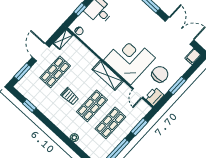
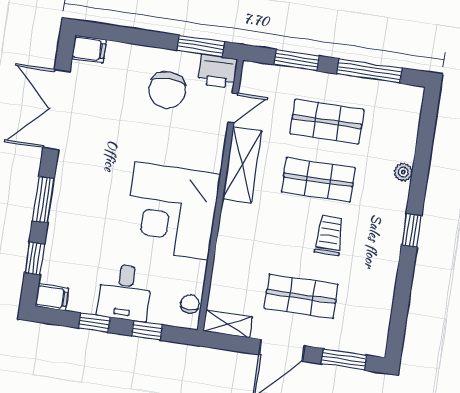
corner desk: (129, 59) -> (172, 211), moved
chair: (160, 74) -> (167, 90), turned -90
shelving: (108, 75) -> (242, 165), moved
window: (177, 86) -> (201, 46), moved
window: (29, 106) -> (412, 230), moved

